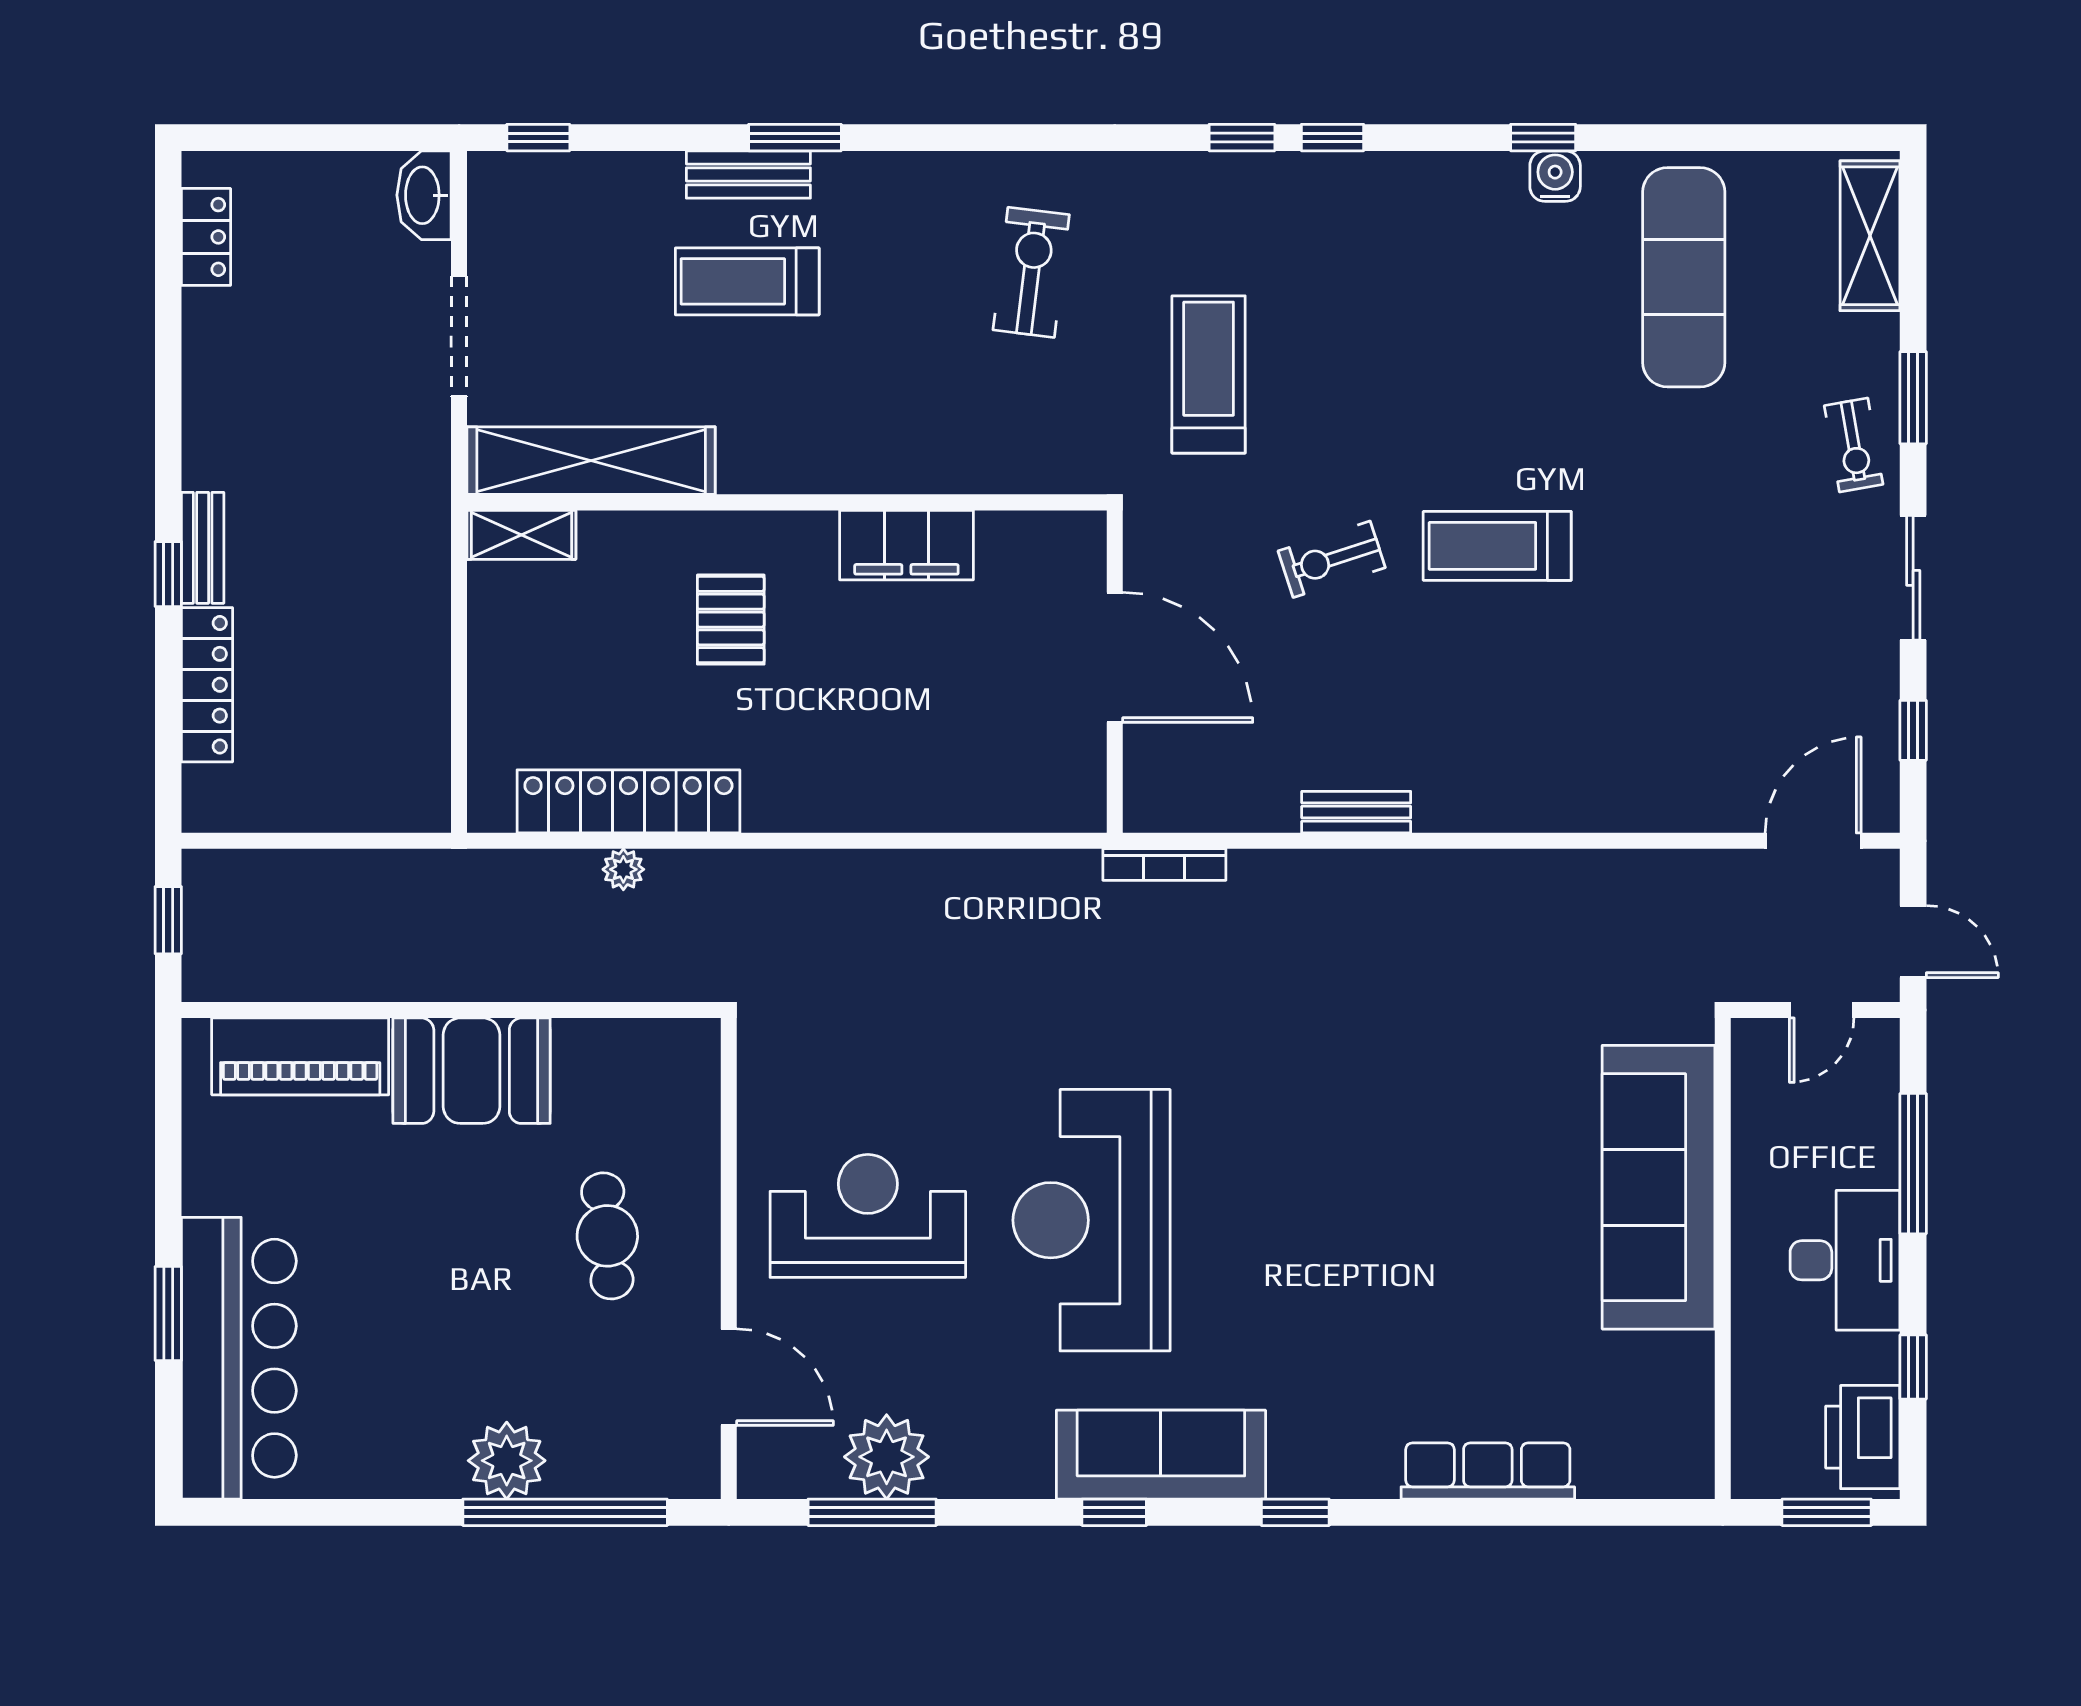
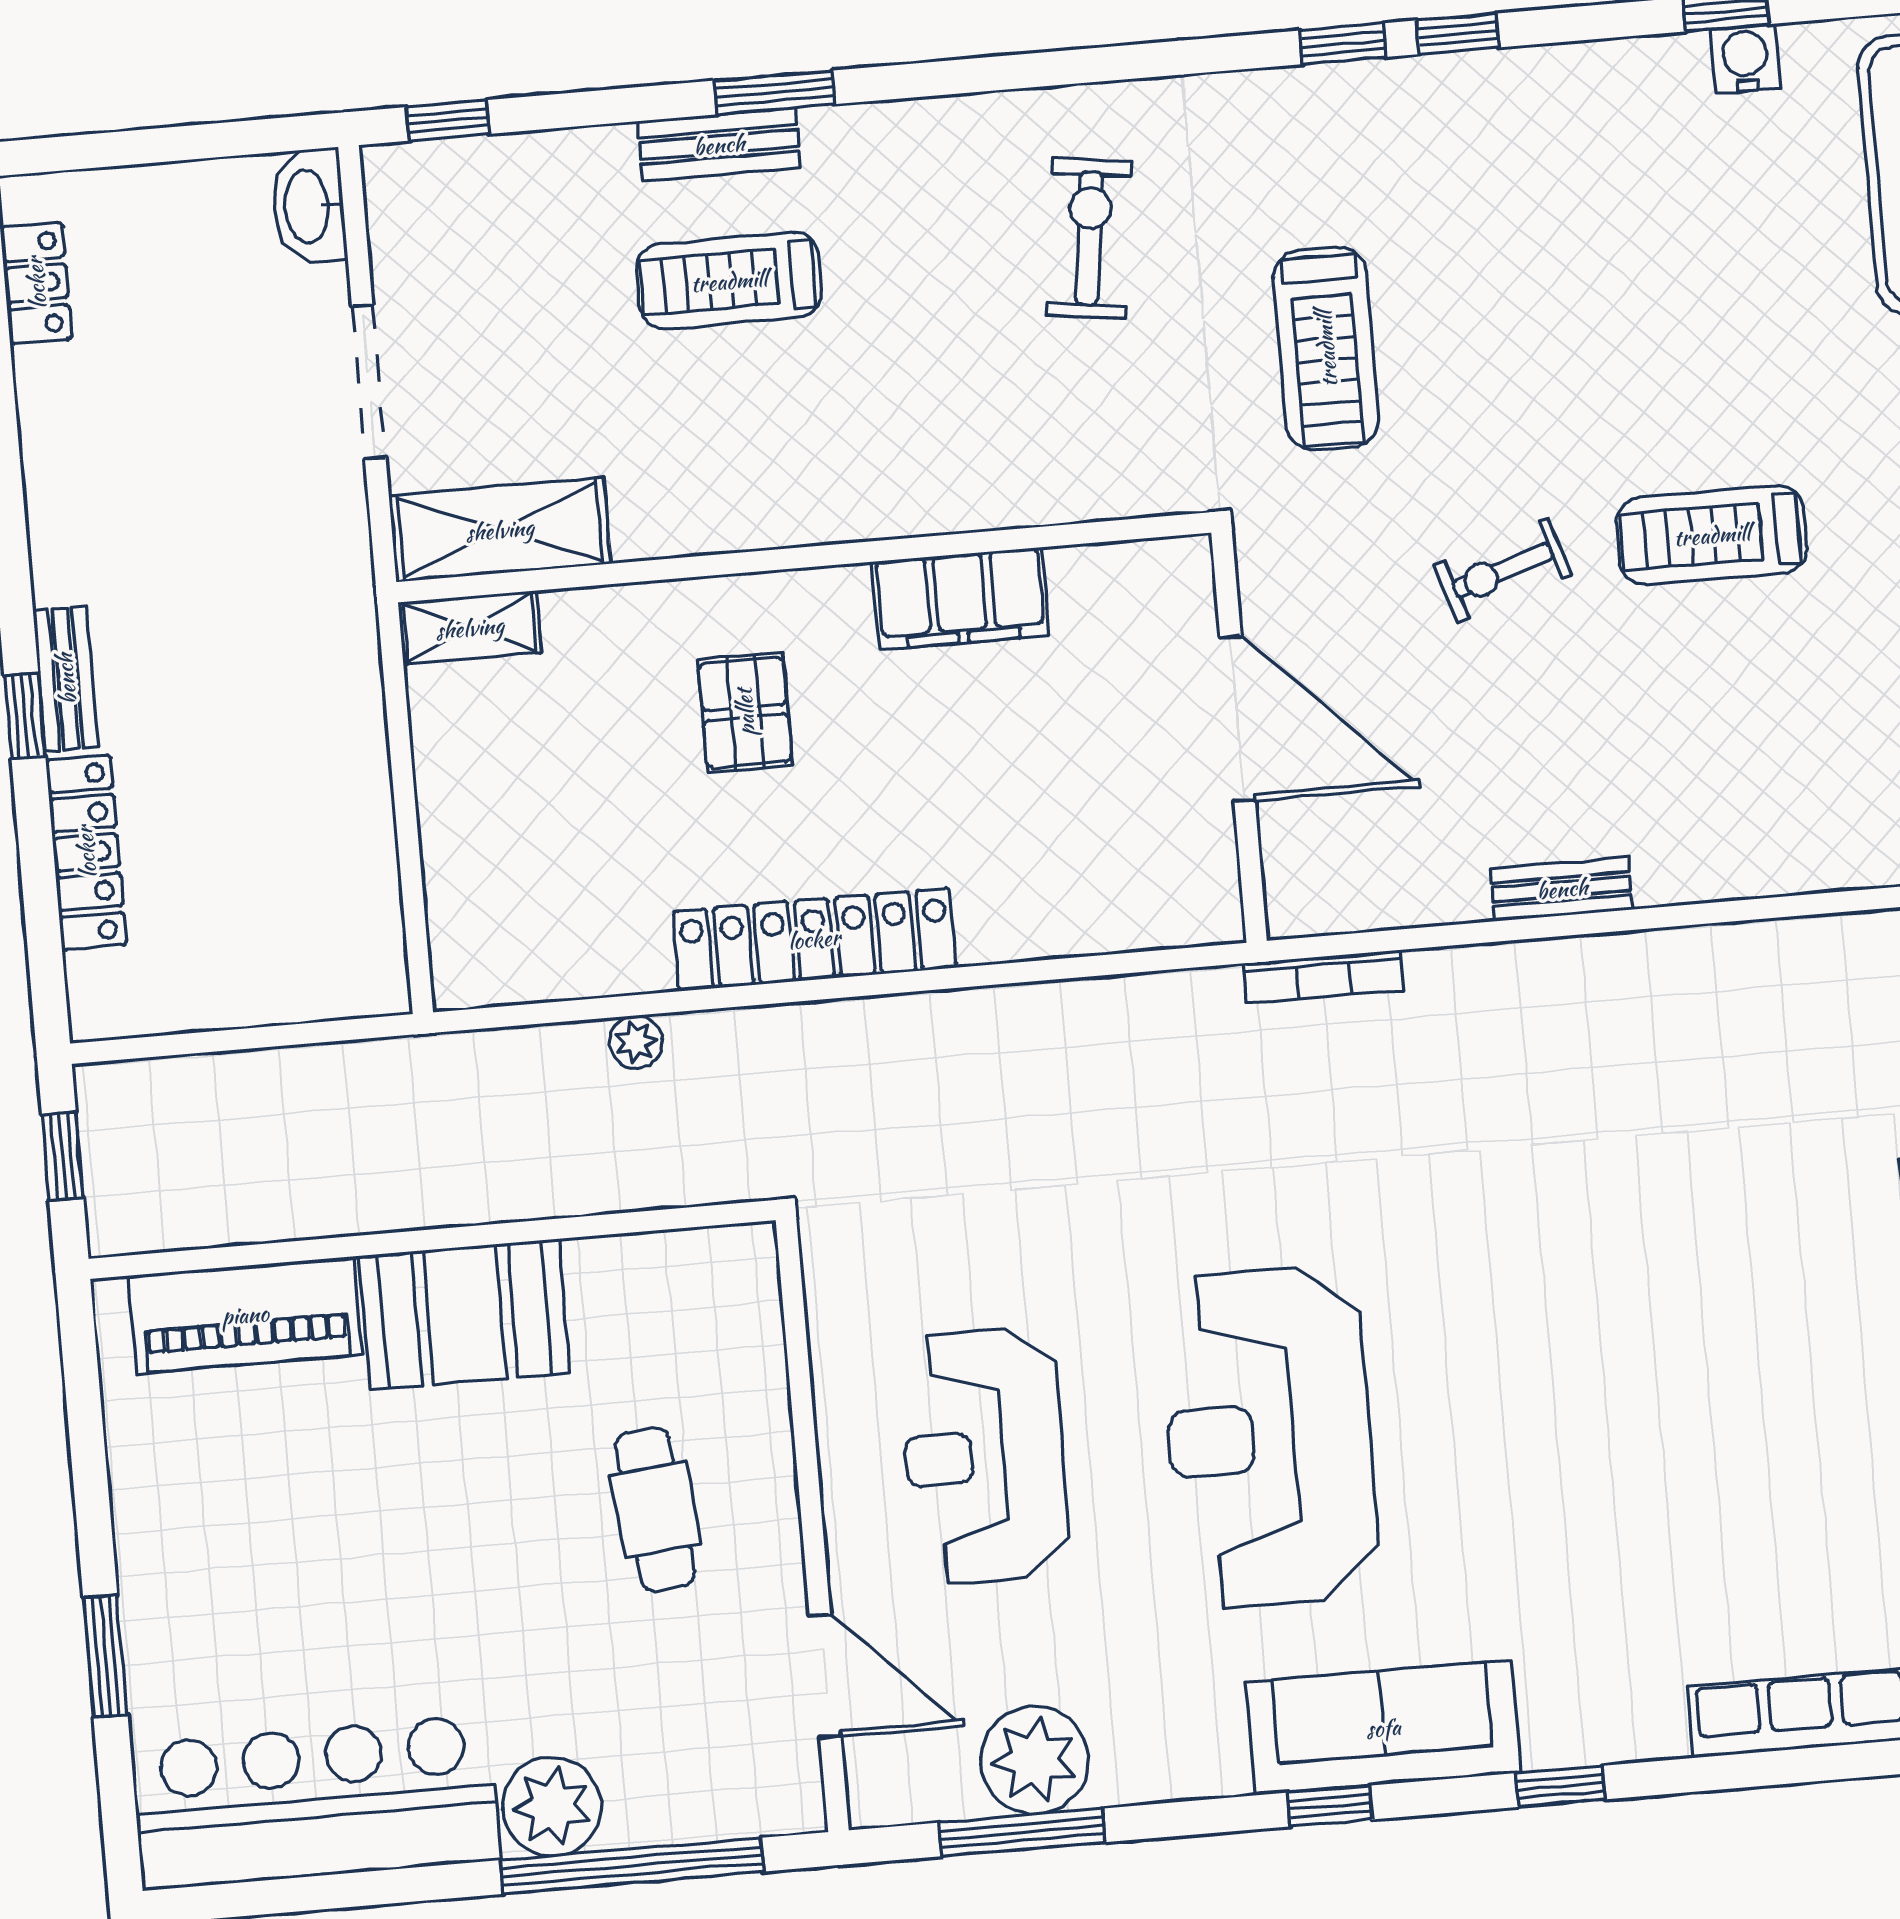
treadmill: (1209, 374) -> (1326, 349), turned 180
shelving: (591, 461) -> (500, 530), width x0.68
locker: (628, 801) -> (814, 939), moved
reception desk: (868, 1216) -> (985, 1456), turned -90
bar counter: (239, 1358) -> (316, 1802), moved, turned -90

